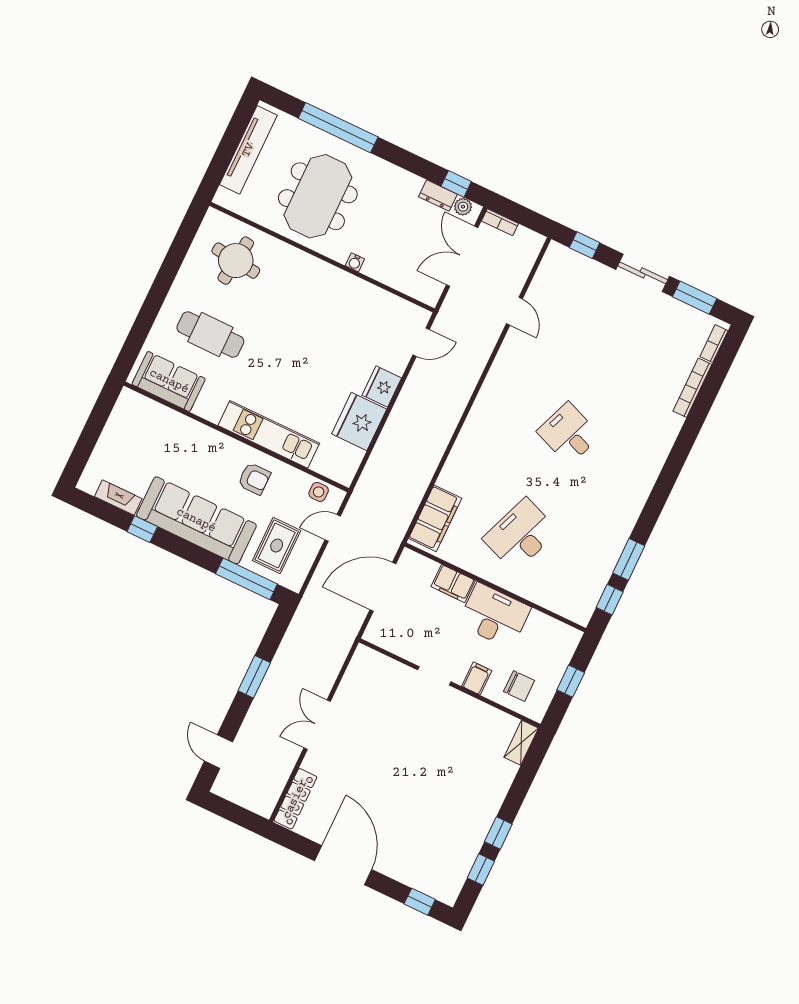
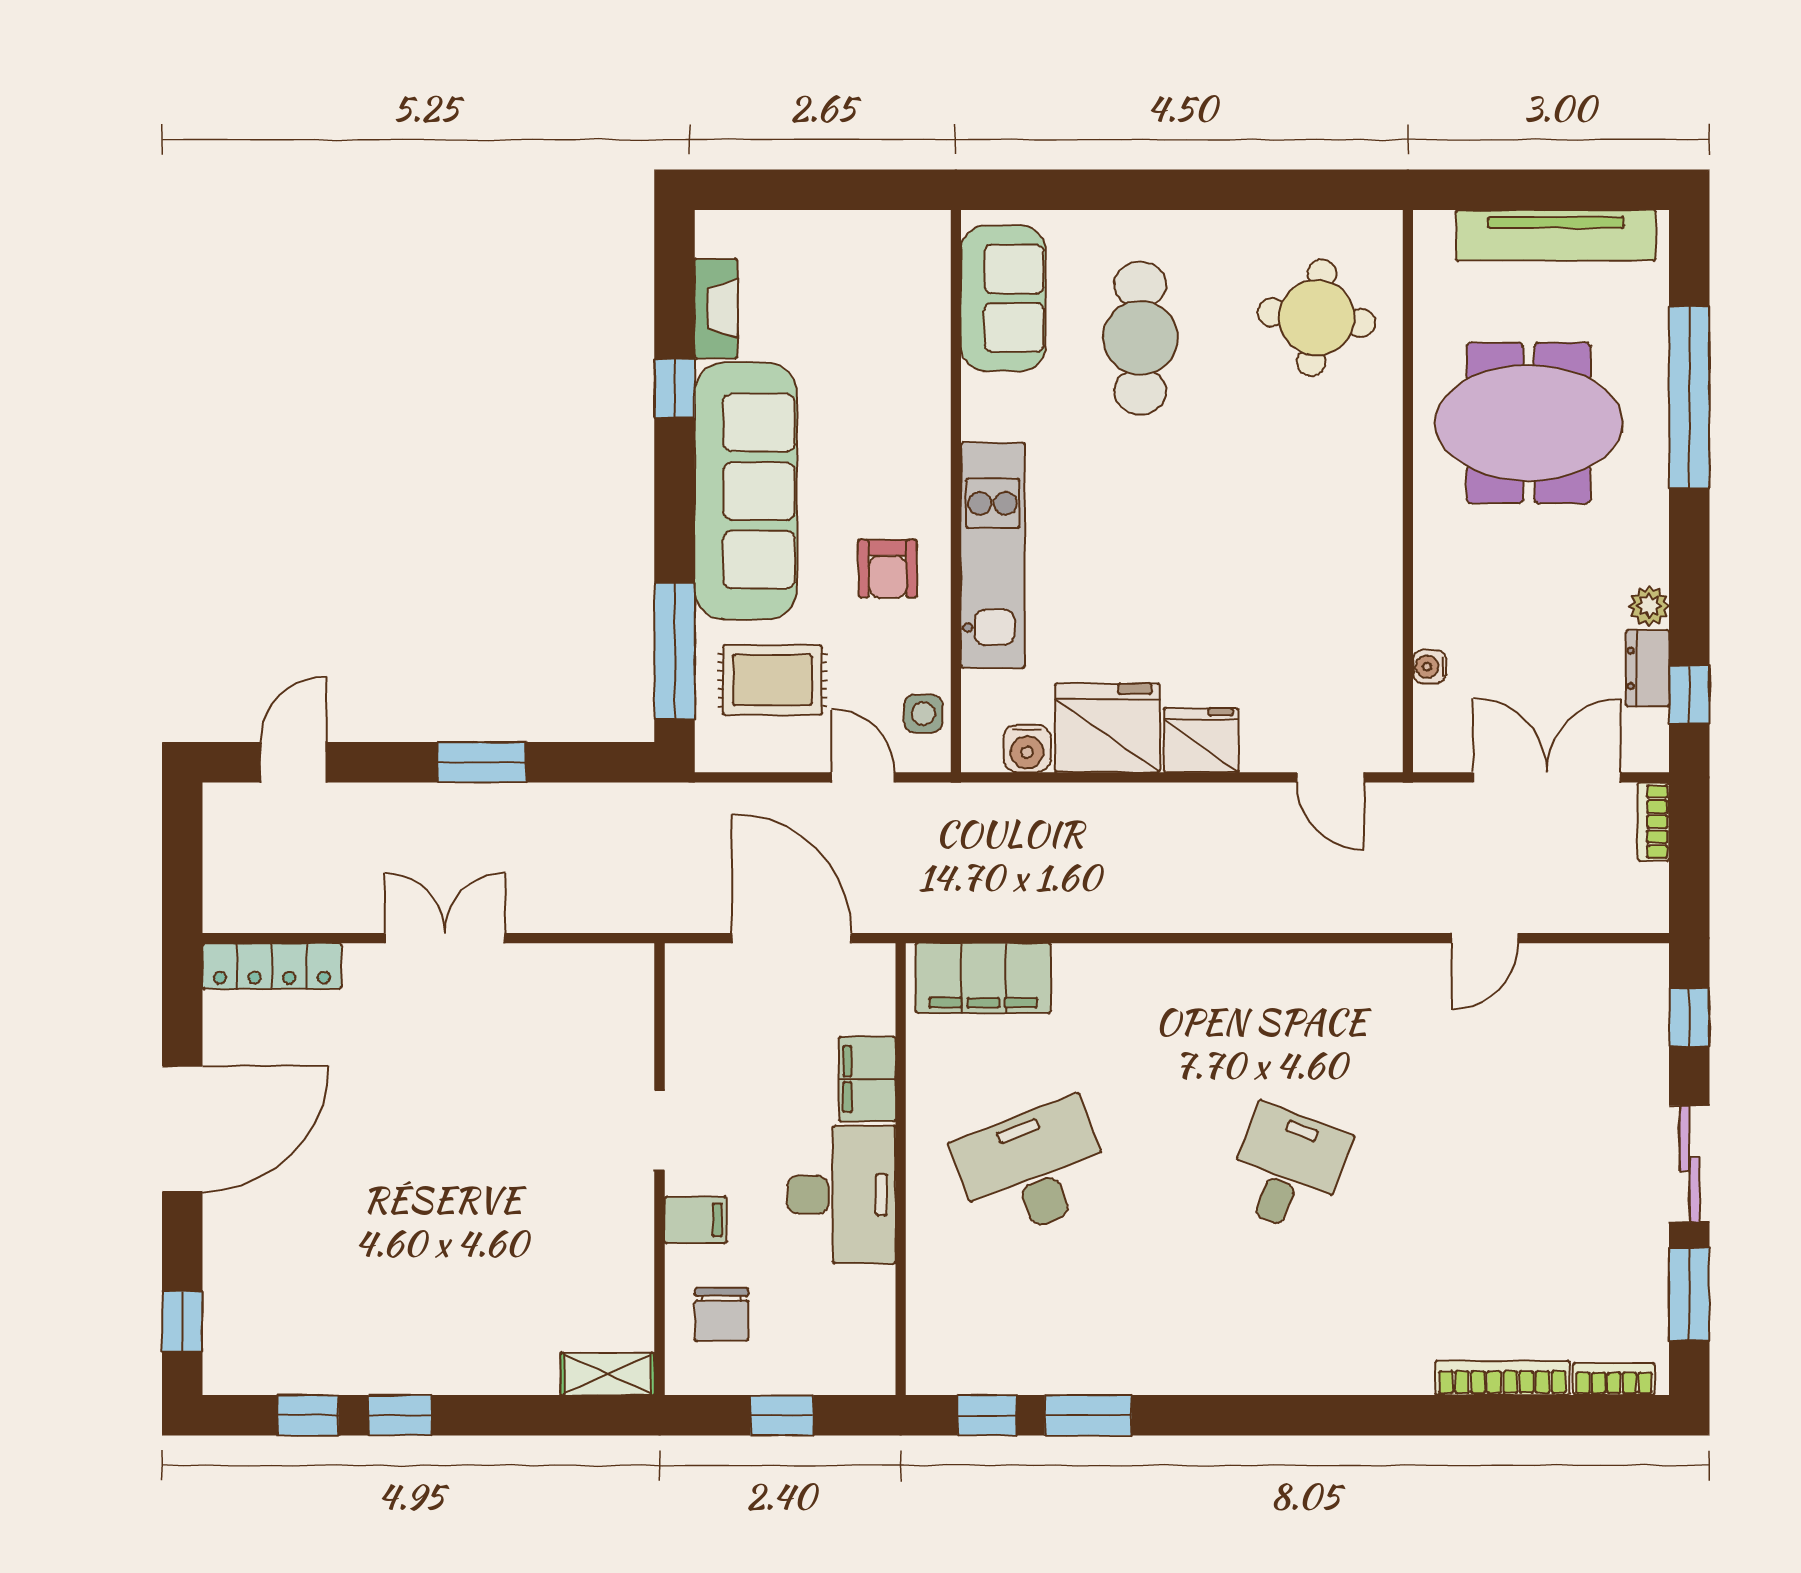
plant: (463, 207) -> (1649, 606), moved
water cooler: (355, 262) -> (1430, 667), moved
water cooler: (352, 457) -> (1027, 749), added
desk: (520, 535) -> (1033, 1169), turned -42

